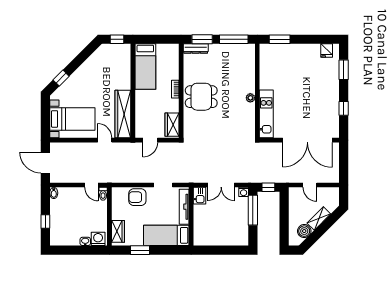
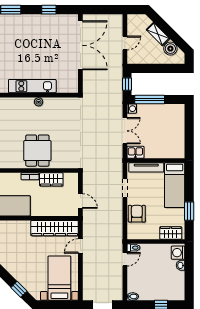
kitchen unit: (266, 114) -> (32, 86), moved
wardrobe: (172, 125) -> (51, 179), moved
armchair: (137, 197) -> (137, 214), turned 180

